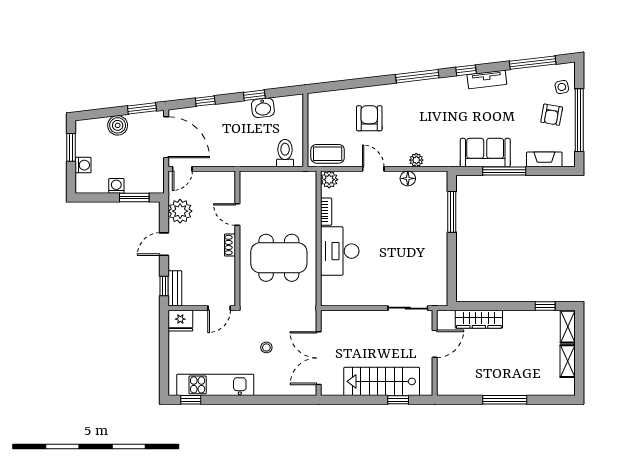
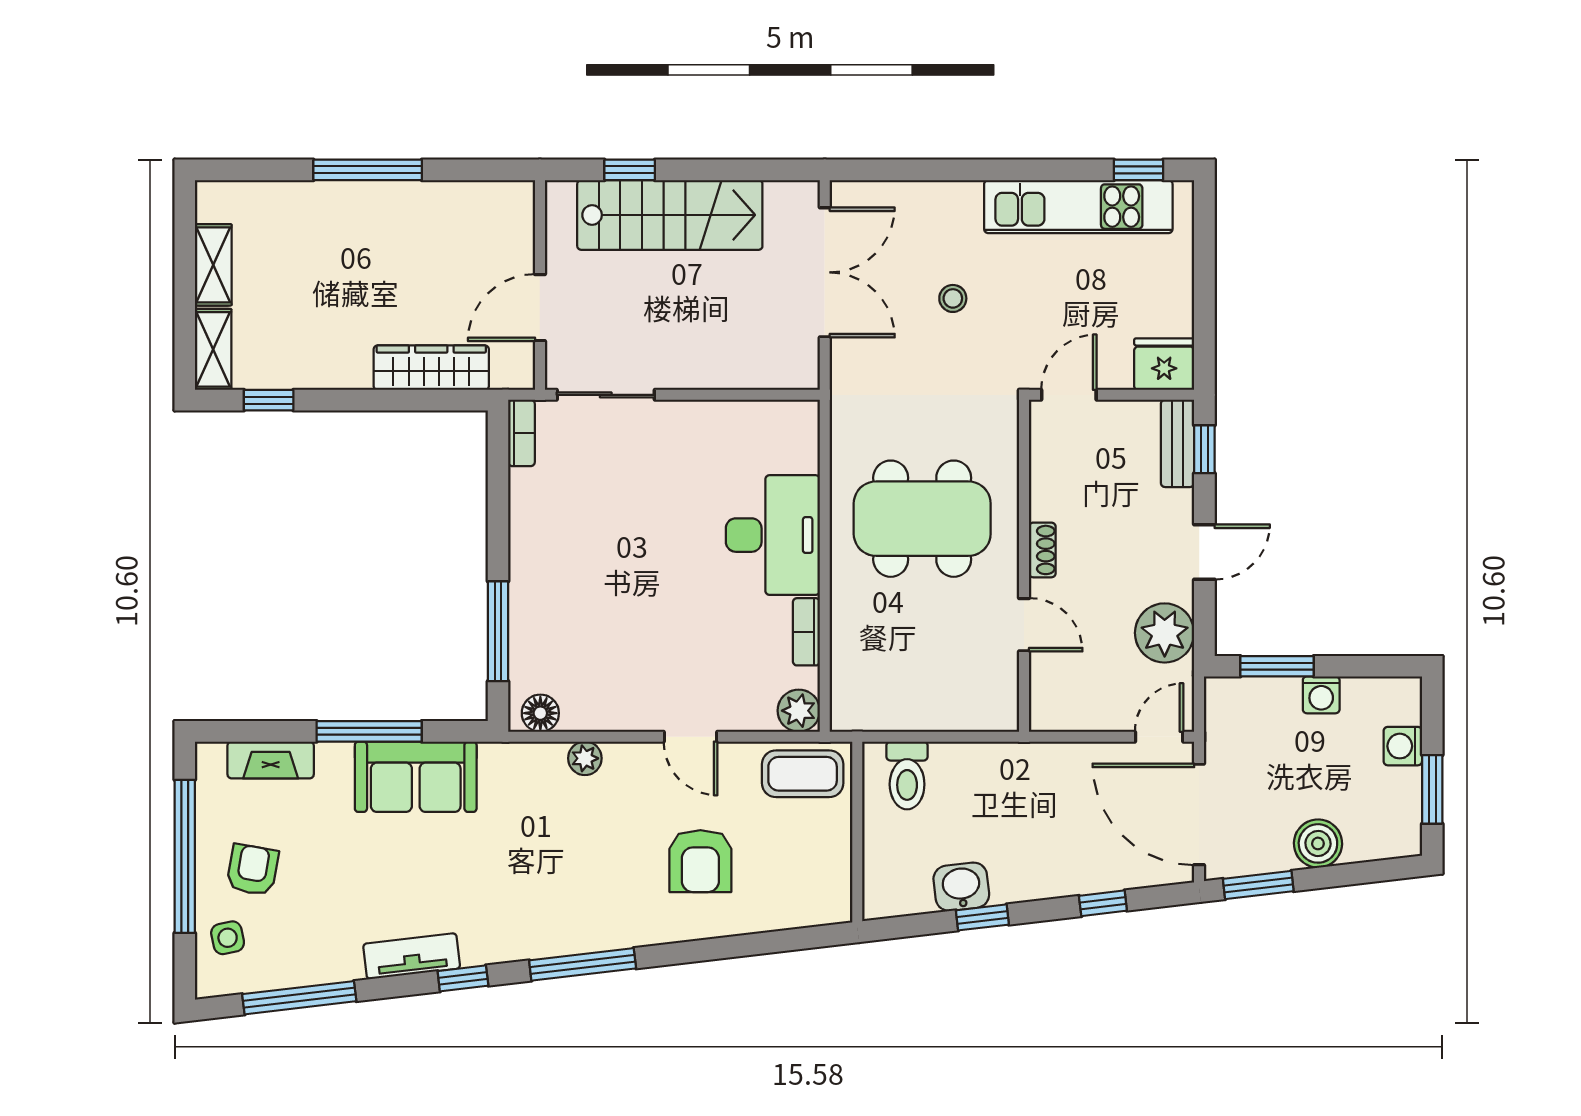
floor lamp: (408, 178) -> (540, 713), moved
bookcase: (442, 293) -> (521, 433), added

